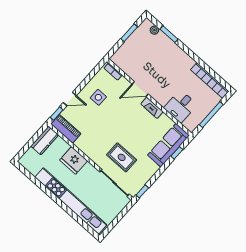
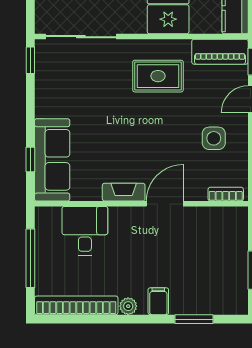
plant: (154, 30) -> (128, 306), moved
filing cabinet: (177, 53) -> (158, 301), added
rug: (122, 157) -> (158, 76), moved

